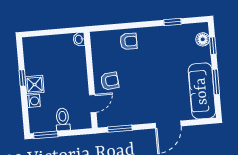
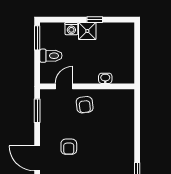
washbasin: (79, 39) -> (105, 78), moved
armchair: (129, 41) -> (69, 147), moved
door: (93, 103) -> (64, 86), swing flipped

